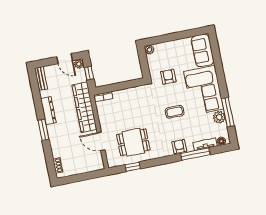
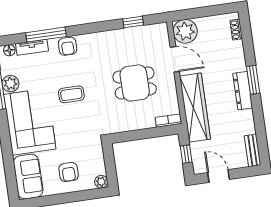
plant: (79, 64) -> (185, 31), moved, width x1.87, depth x1.87
armchair: (168, 77) -> (69, 172), moved
dresser: (48, 111) -> (243, 91), moved
dining table: (133, 142) -> (135, 83), moved

